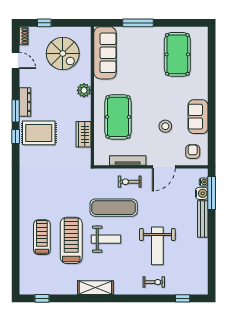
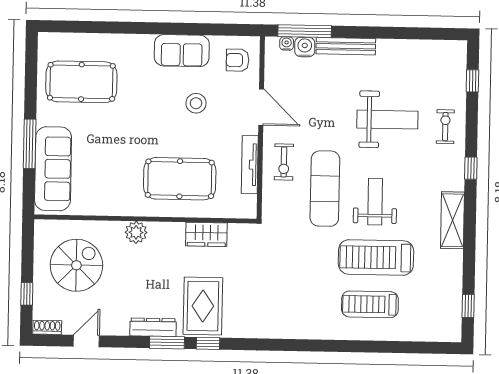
sofa: (105, 53) -> (53, 169), moved, turned 90
window: (128, 298) -> (471, 168), added

